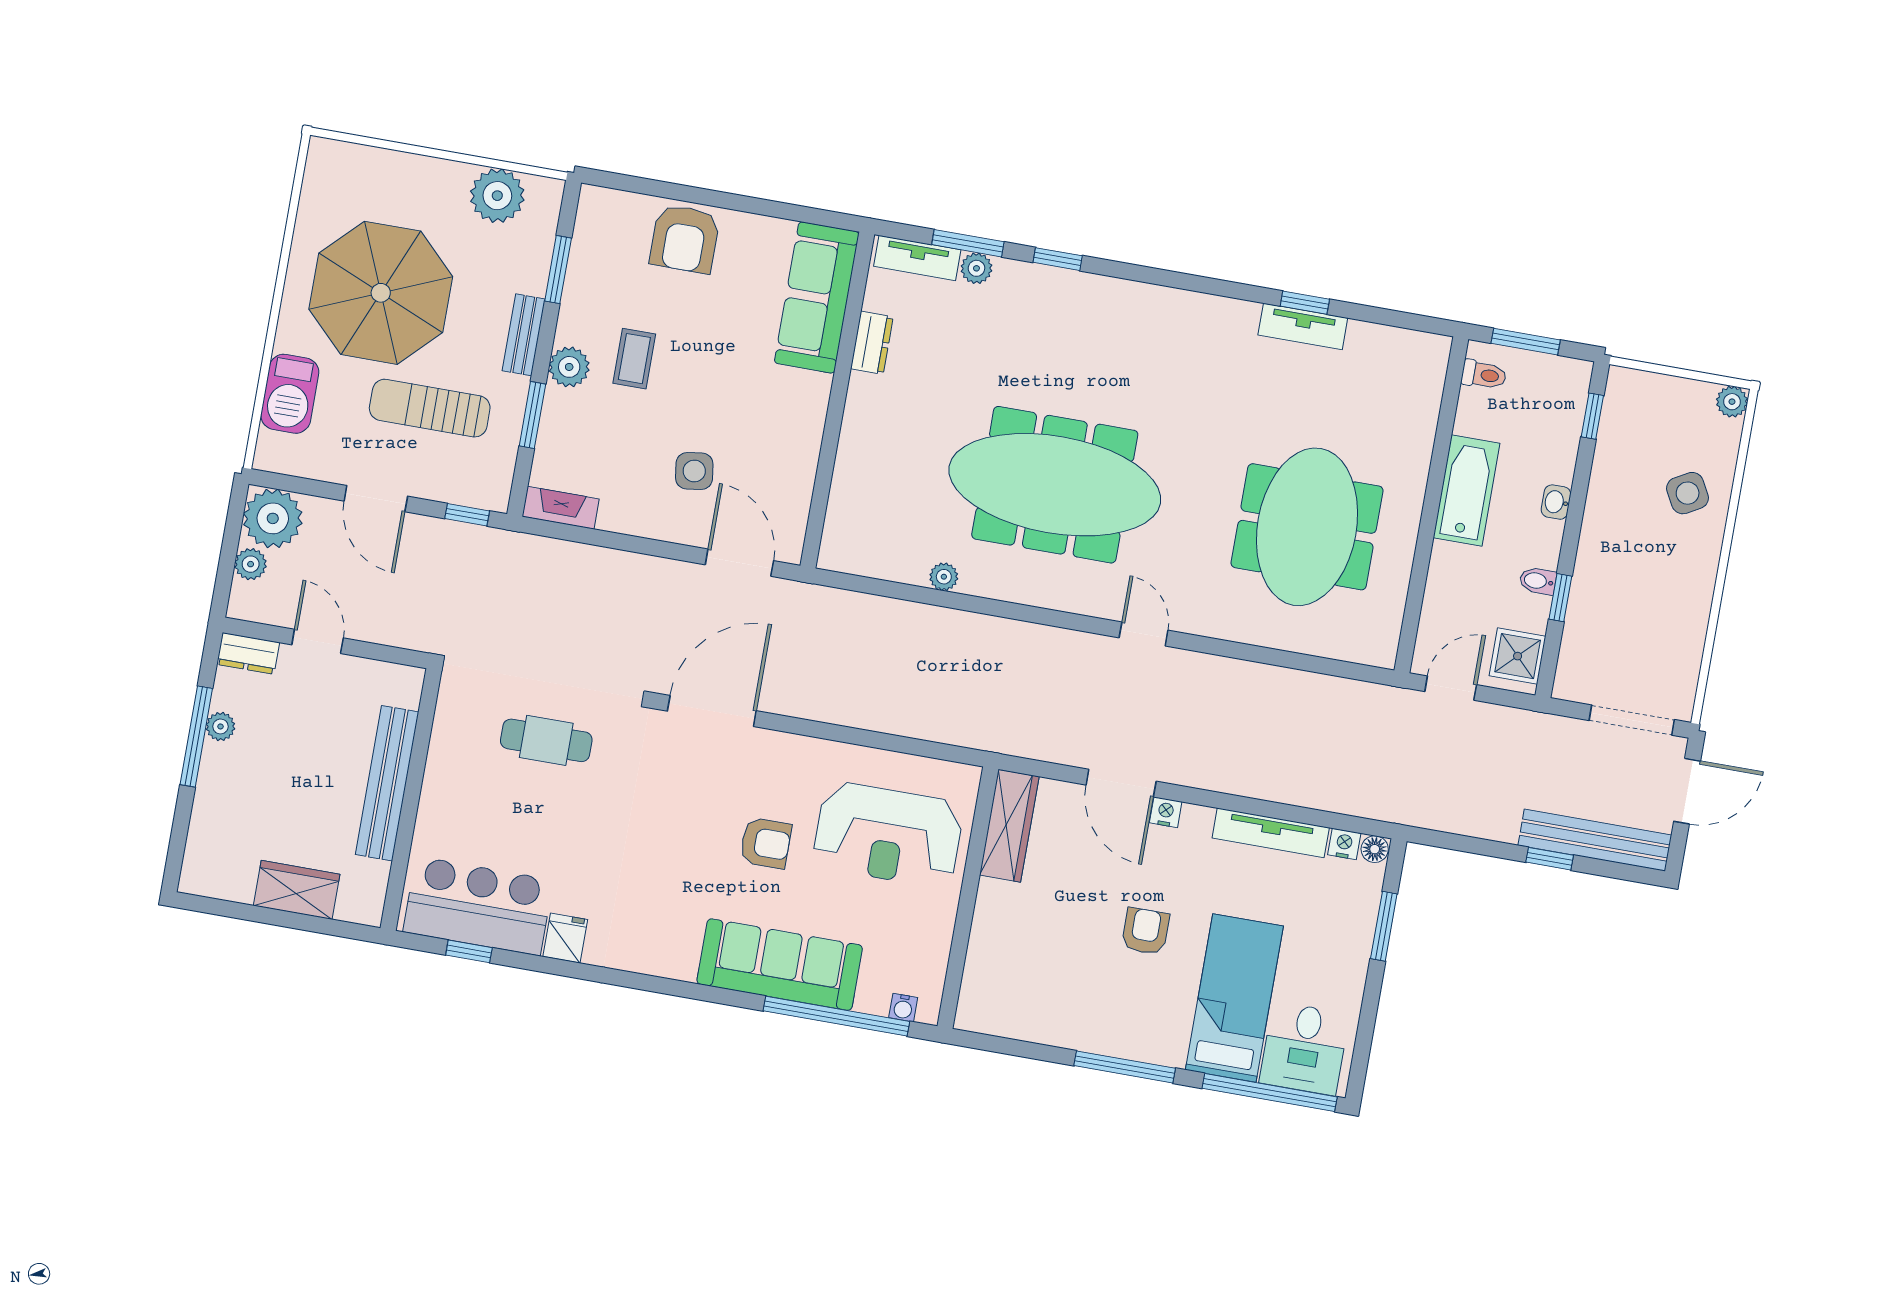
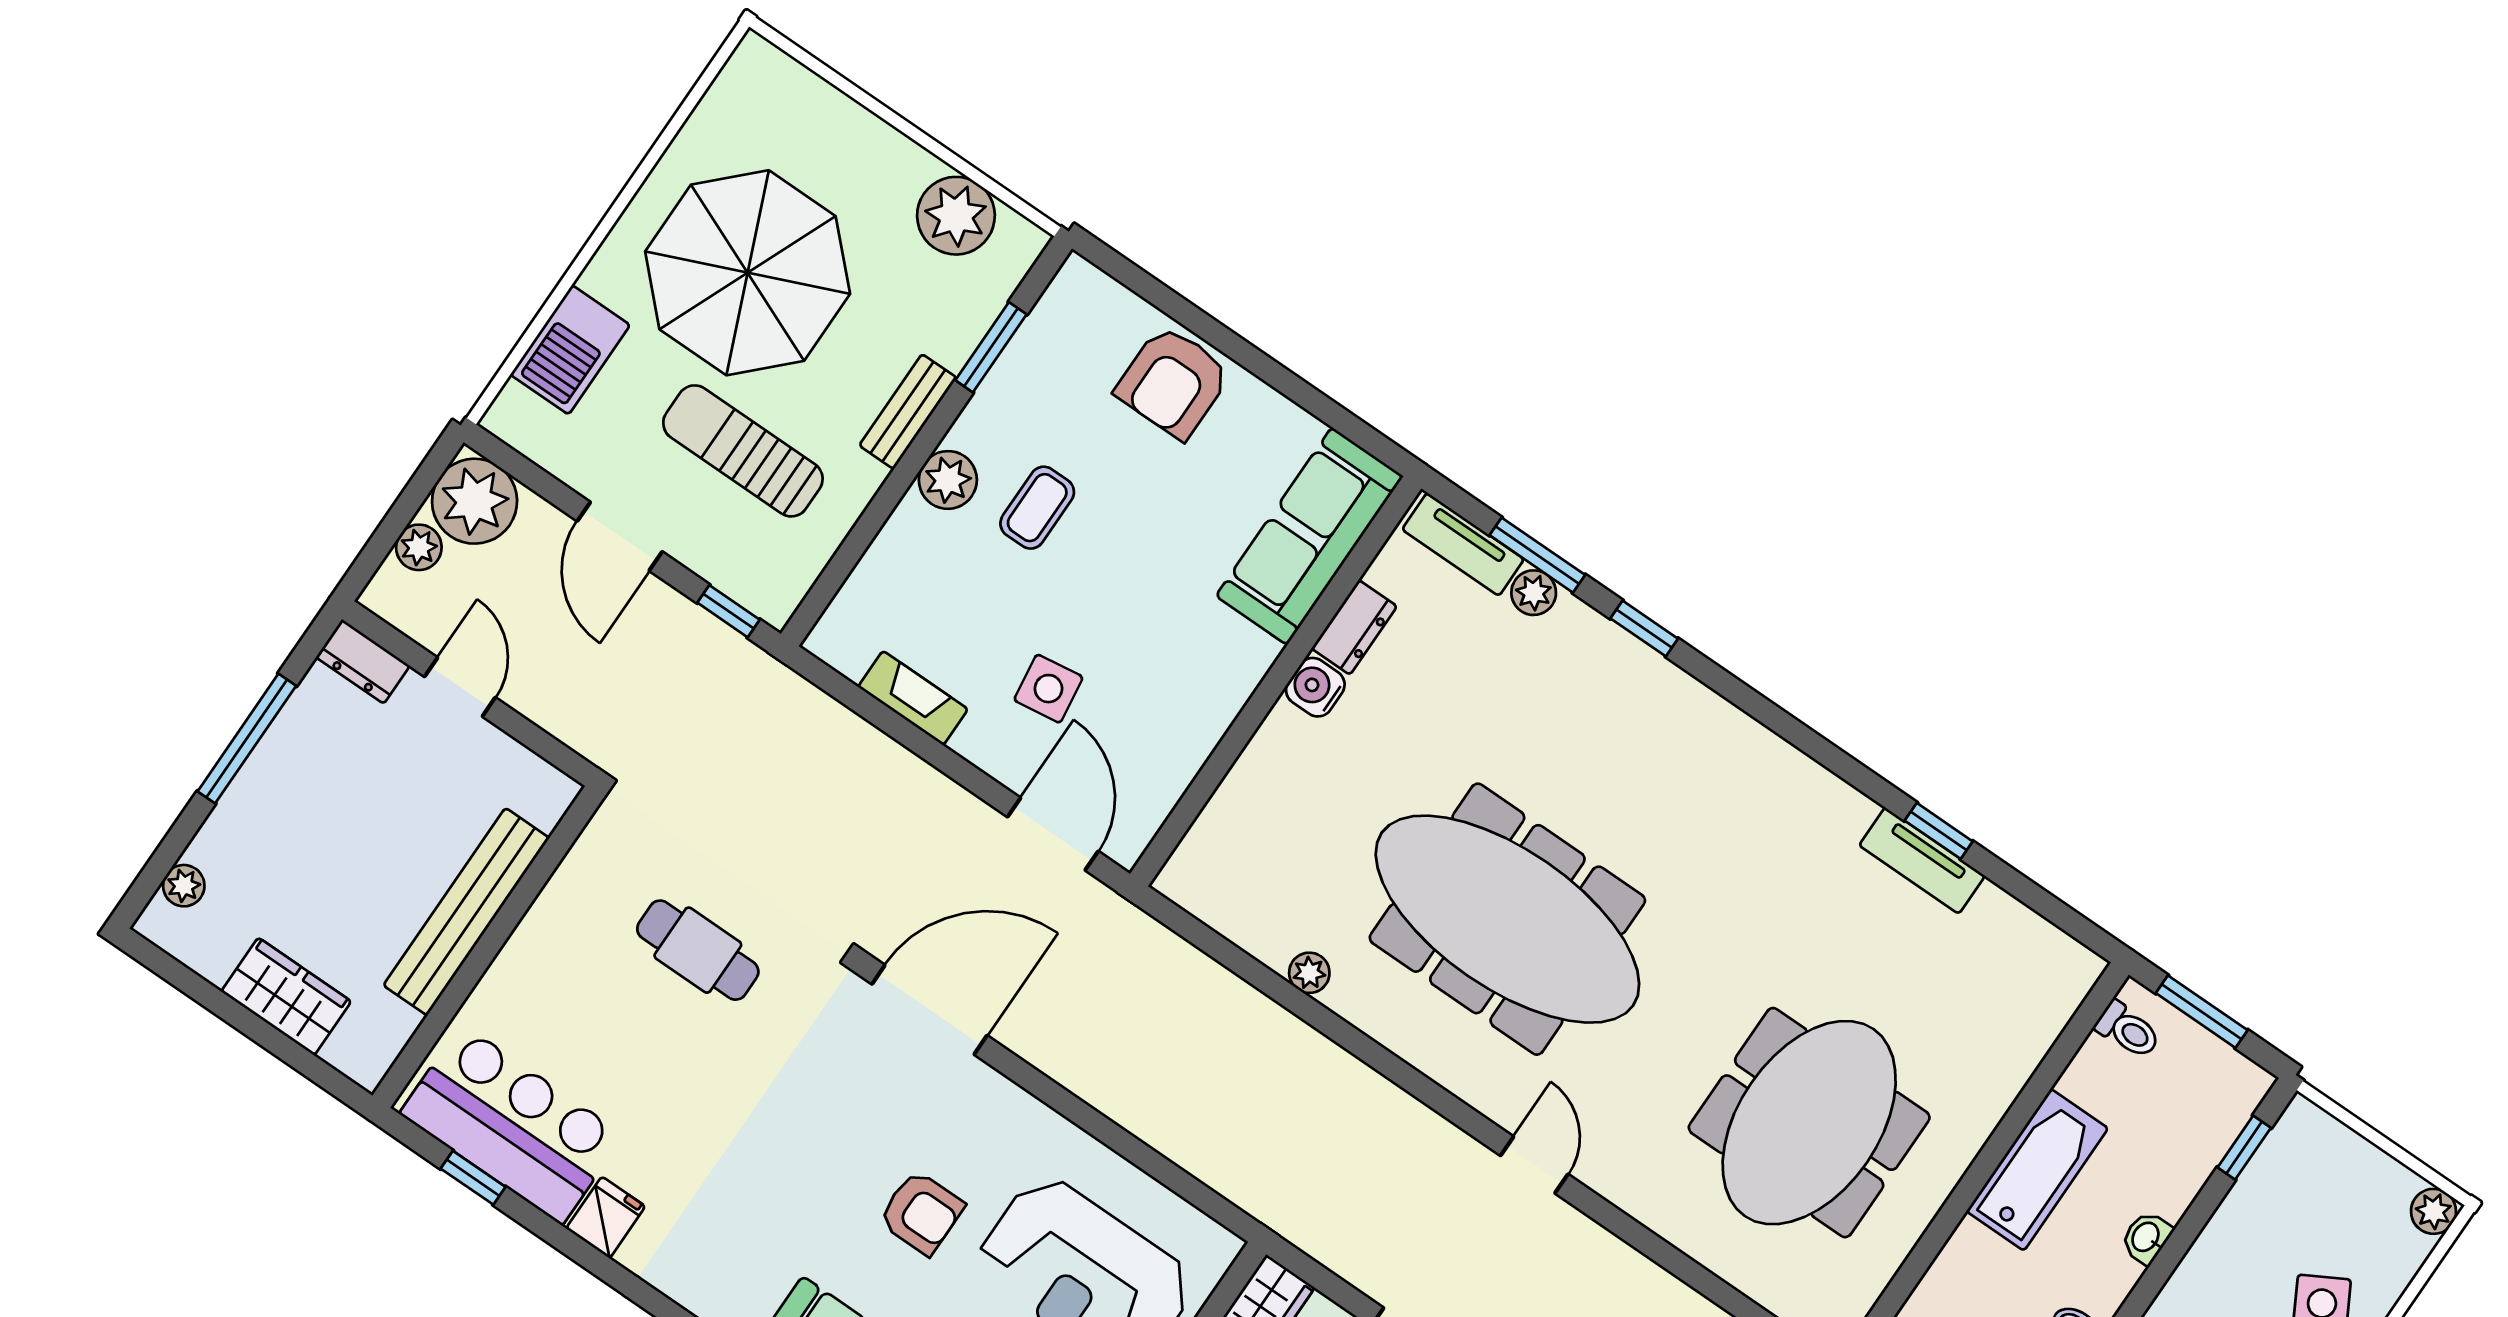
water cooler: (864, 392) -> (1315, 687), added
window: (532, 415) -> (872, 521), removed
fireplace: (561, 508) -> (913, 698), moved
plant: (220, 726) -> (184, 886), moved

